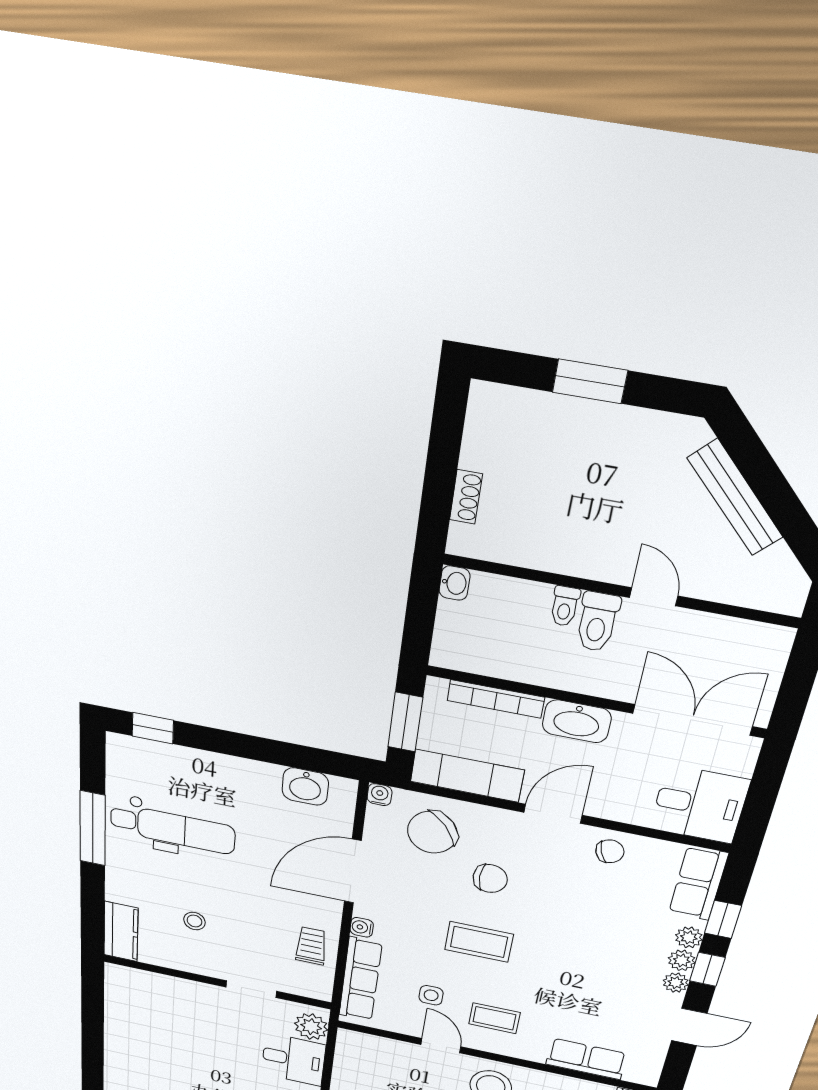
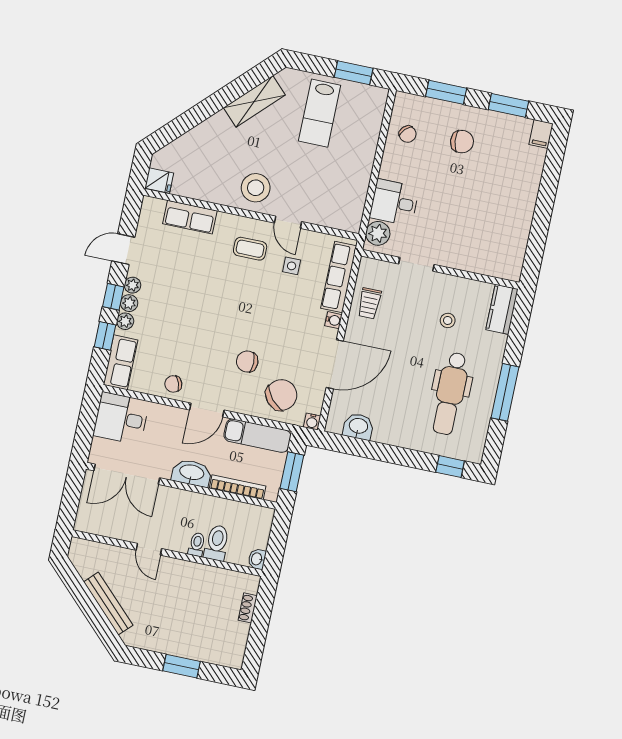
toilet: (597, 622) -> (217, 543), moved
dental chair: (173, 829) -> (450, 393), turned -90
coffee table: (479, 942) -> (257, 312), removed

